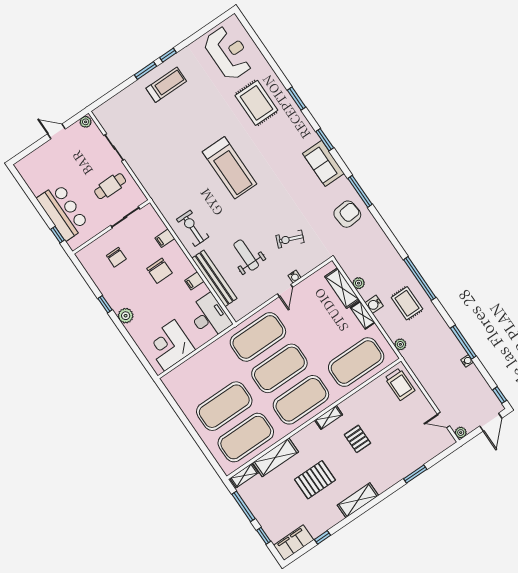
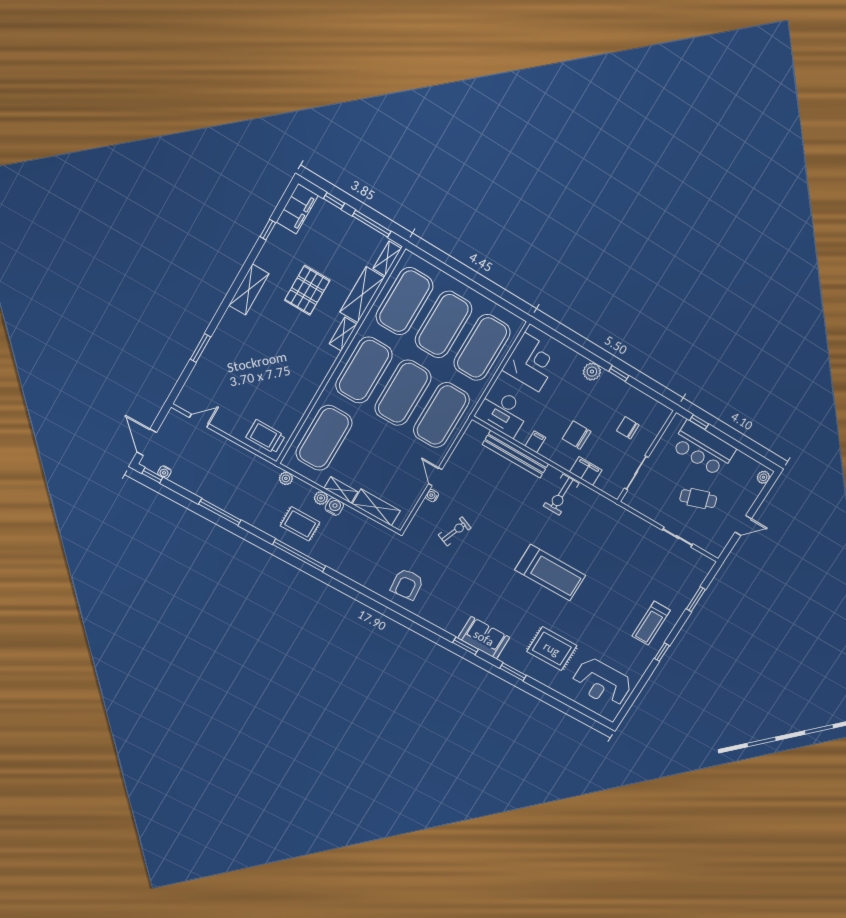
window: (146, 70) -> (696, 599), moved
plant: (86, 122) -> (763, 477), moved
sofa: (323, 163) -> (484, 638), moved
treadmill: (230, 168) -> (550, 573), turned 180
cafe table: (110, 186) -> (698, 499), moved, turned 72
window: (360, 191) -> (405, 613), removed
exercise bike: (193, 228) -> (561, 495), turned 90
filing cabinet: (165, 238) -> (586, 471), width x2.00
weight bench: (246, 255) -> (493, 494), removed
plant: (359, 283) -> (321, 498), moved
water cooler: (467, 361) -> (164, 472), moved
exercise mat: (203, 375) -> (482, 347), added
shelving: (329, 417) -> (343, 334), moved
plant: (461, 433) -> (174, 416), removed
pallet: (357, 439) -> (282, 357), removed

